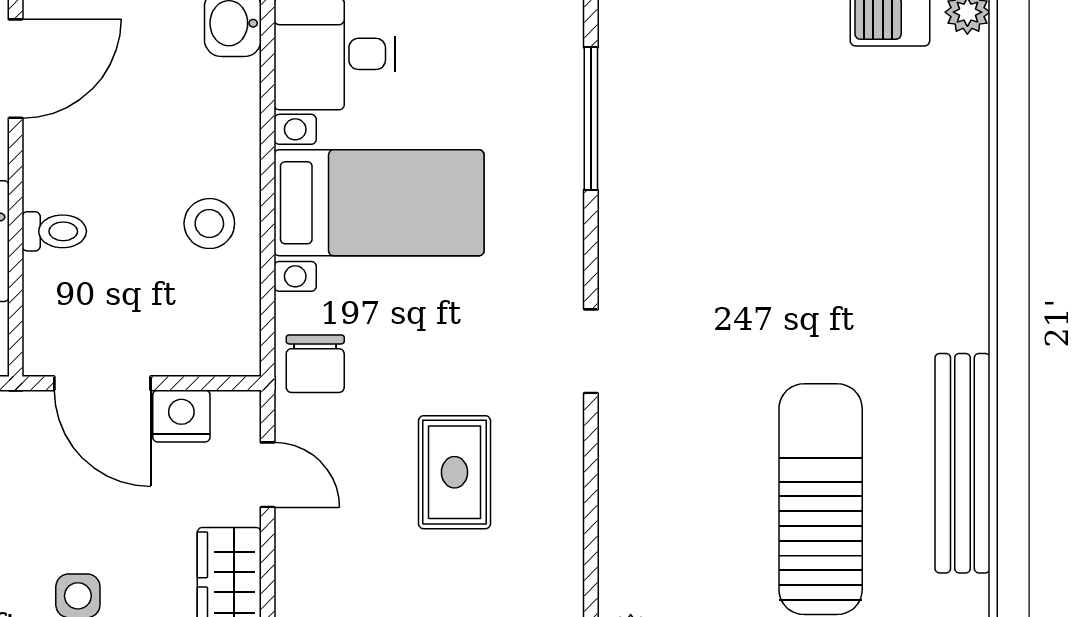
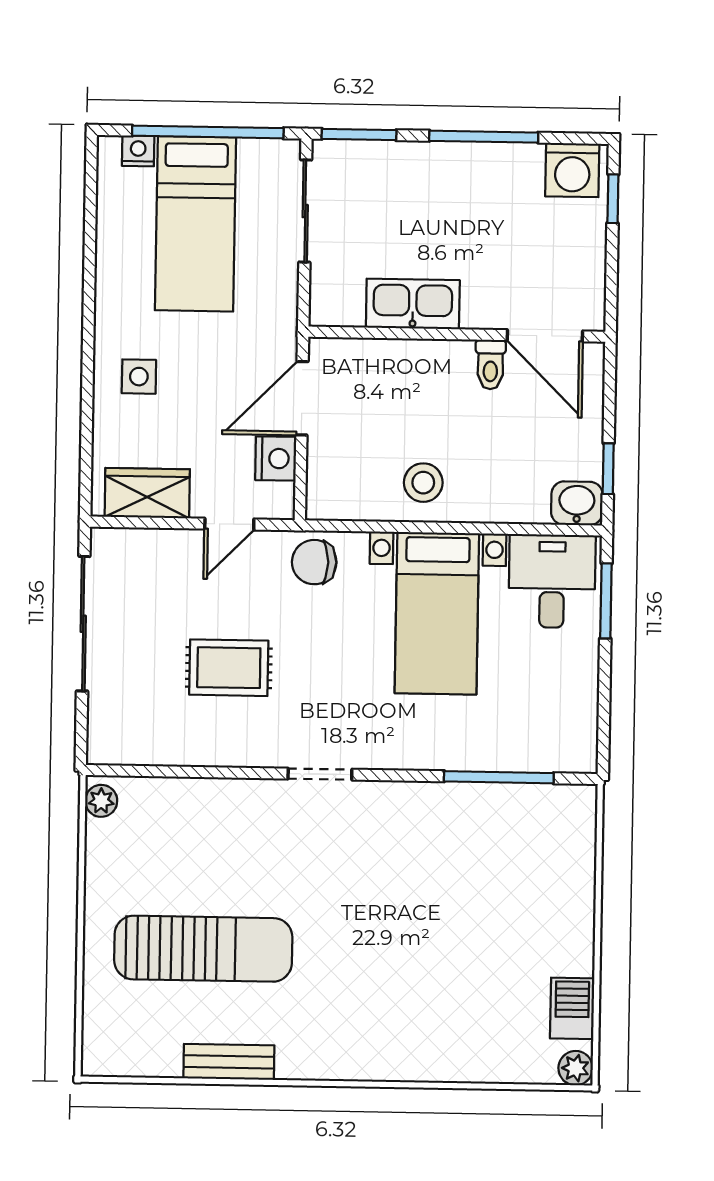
toilet: (54, 231) -> (490, 365), moved
bench: (962, 463) -> (229, 1062), width x0.54, depth x0.82

